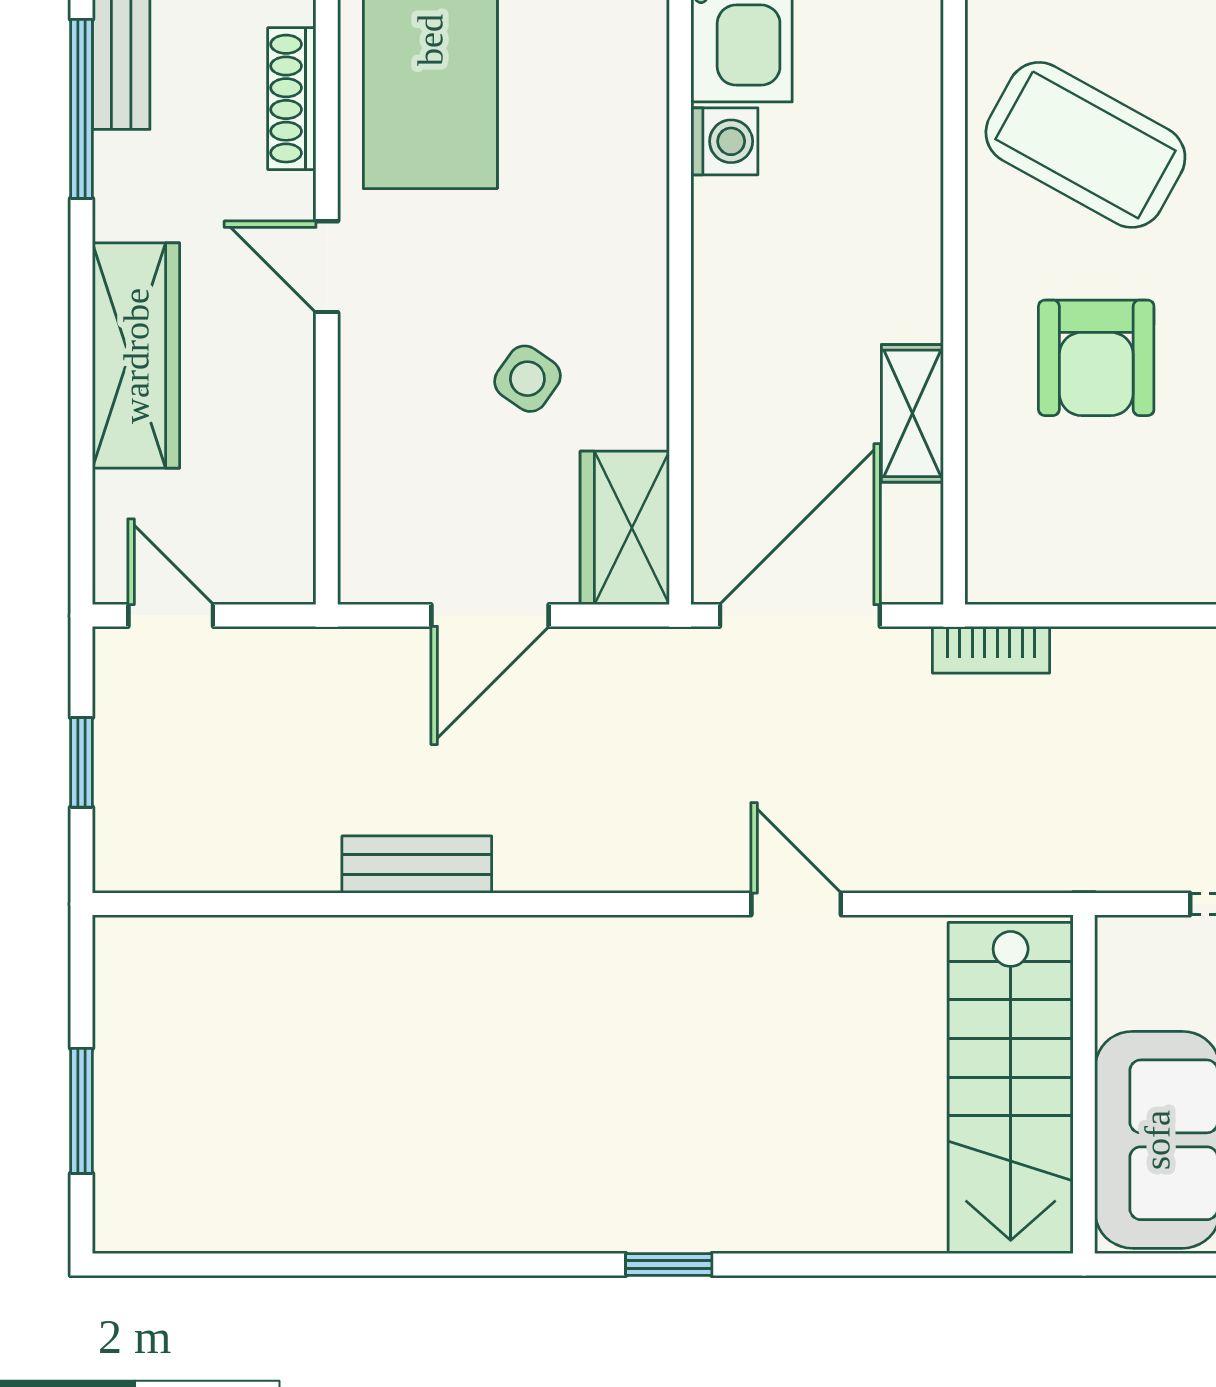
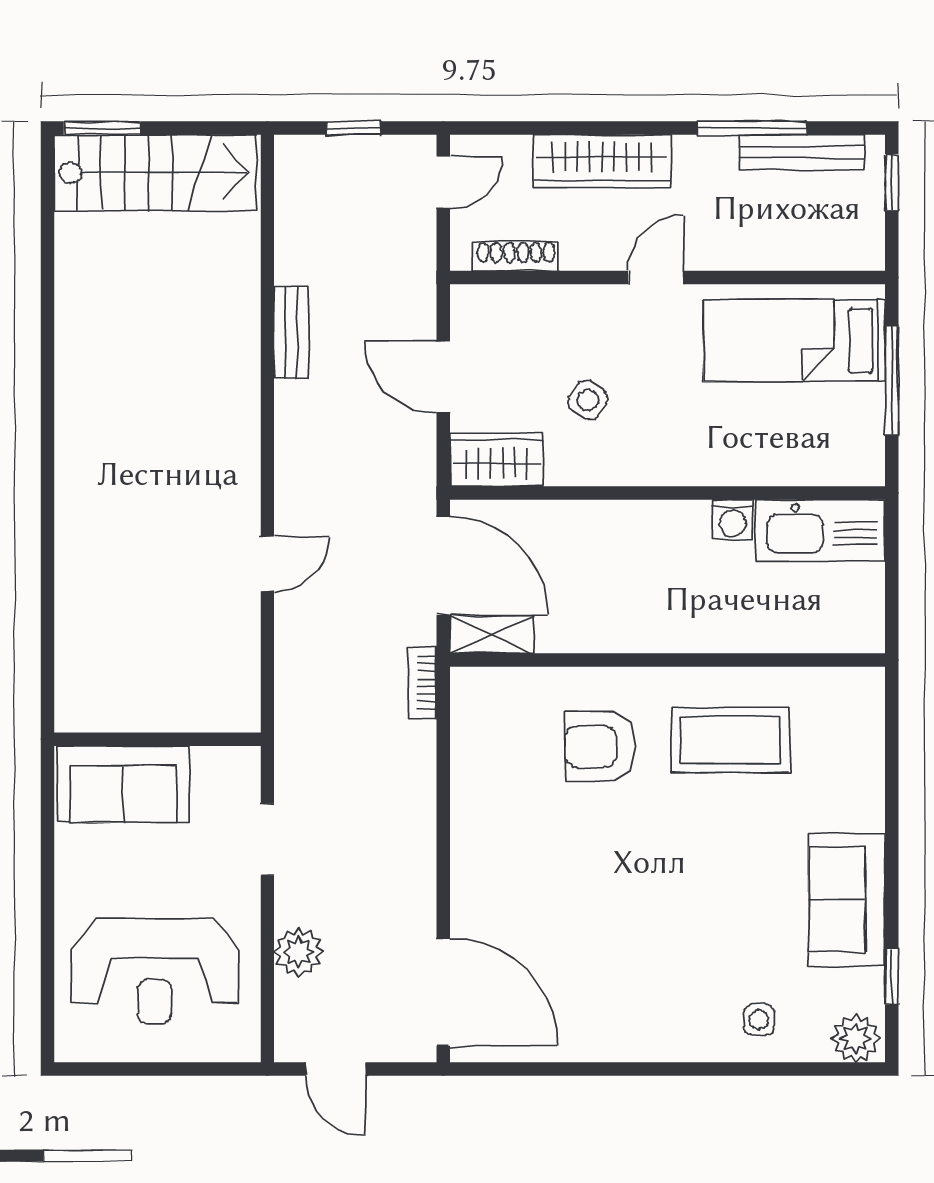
shoe rack: (292, 99) -> (516, 256), moved
coffee table: (1085, 145) -> (730, 740), turned 61
shelving: (912, 413) -> (492, 635), moved
stairs: (1011, 1088) -> (155, 173), moved, turned 180
window: (82, 1111) -> (102, 128), moved
window: (669, 1265) -> (47, 486), removed

